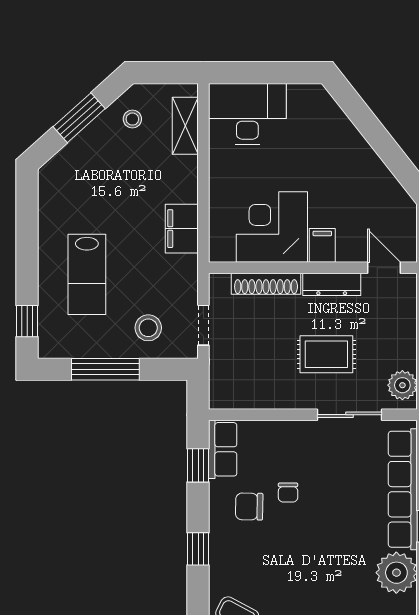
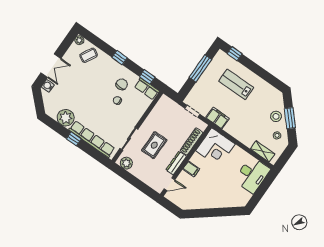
corner desk: (272, 227) -> (215, 147), moved, turned 90
filing cabinet: (182, 229) -> (217, 118), moved
stool: (148, 328) -> (276, 116), moved

